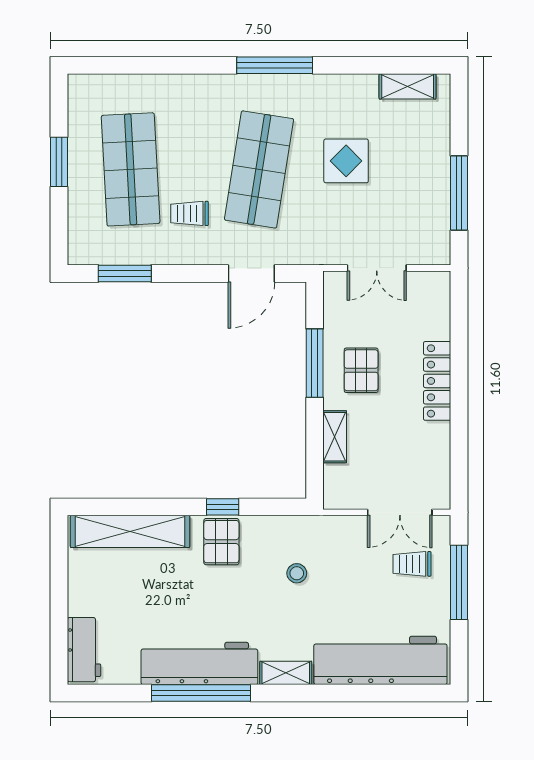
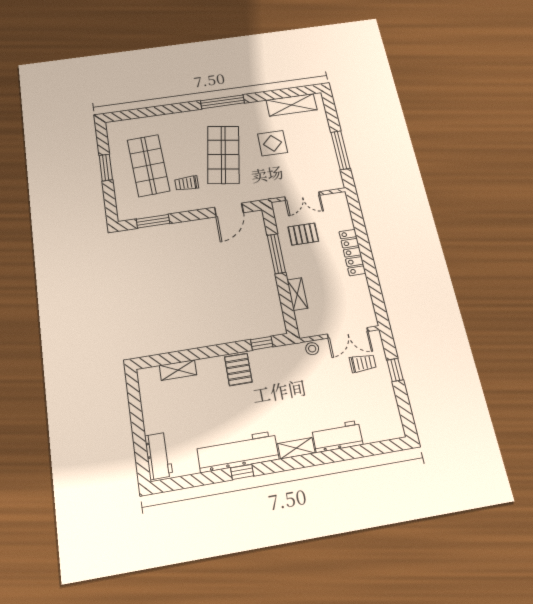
shelving: (408, 86) -> (292, 105), width x1.50, depth x1.33
pallet: (361, 370) -> (303, 234), moved, turned 90
window: (223, 507) -> (262, 343), moved
shelving: (130, 531) -> (178, 370), width x0.45, depth x0.75
trolley: (412, 564) -> (363, 363), turned 180
stool: (297, 573) -> (312, 349), moved
window: (459, 582) -> (395, 370), width x0.46
workbench: (380, 660) -> (337, 436), width x0.53, depth x0.76
window: (201, 693) -> (242, 472), width x0.32

